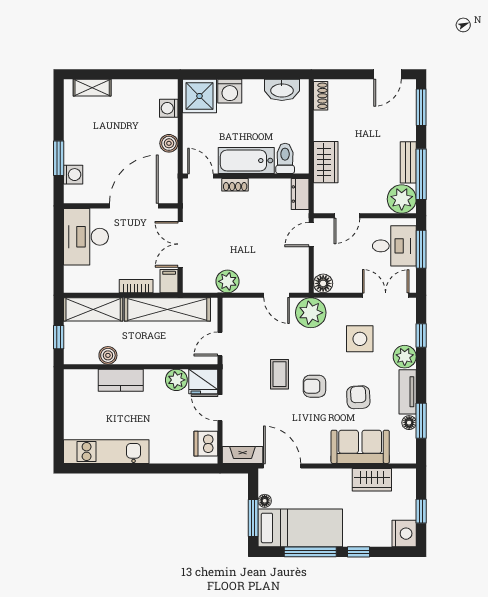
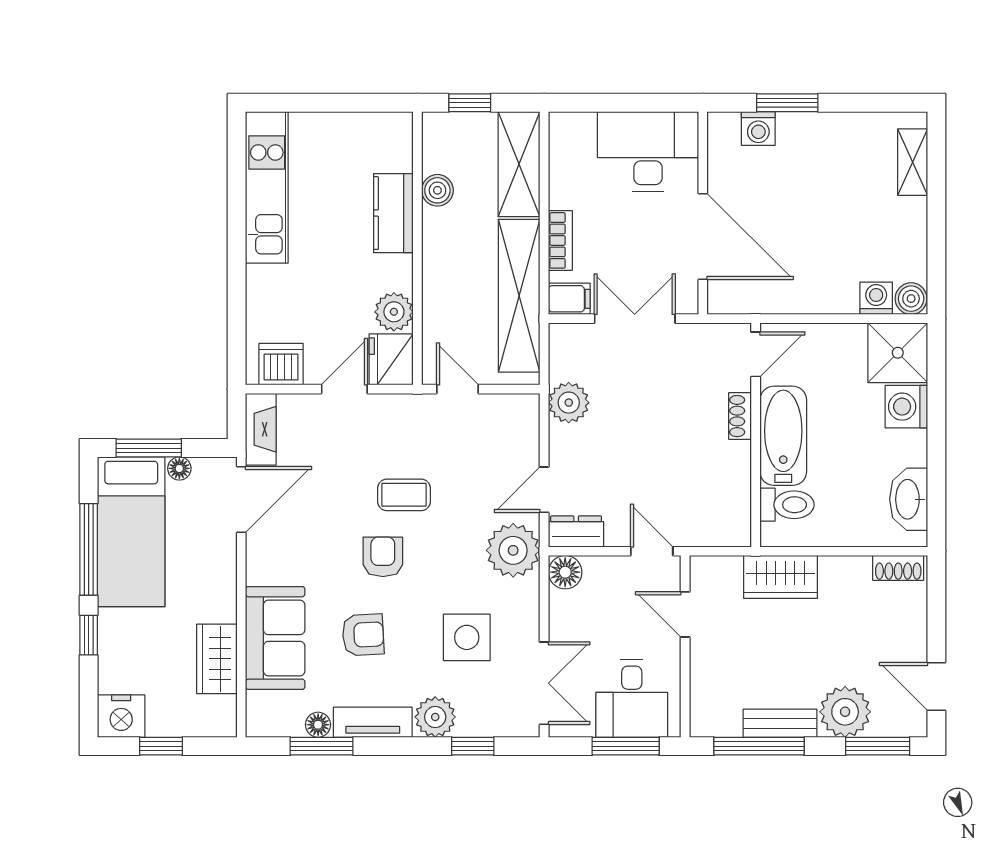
boiler: (169, 143) -> (911, 299), moved
dresser: (300, 194) -> (576, 531), moved
plant: (402, 199) -> (845, 712), moved

